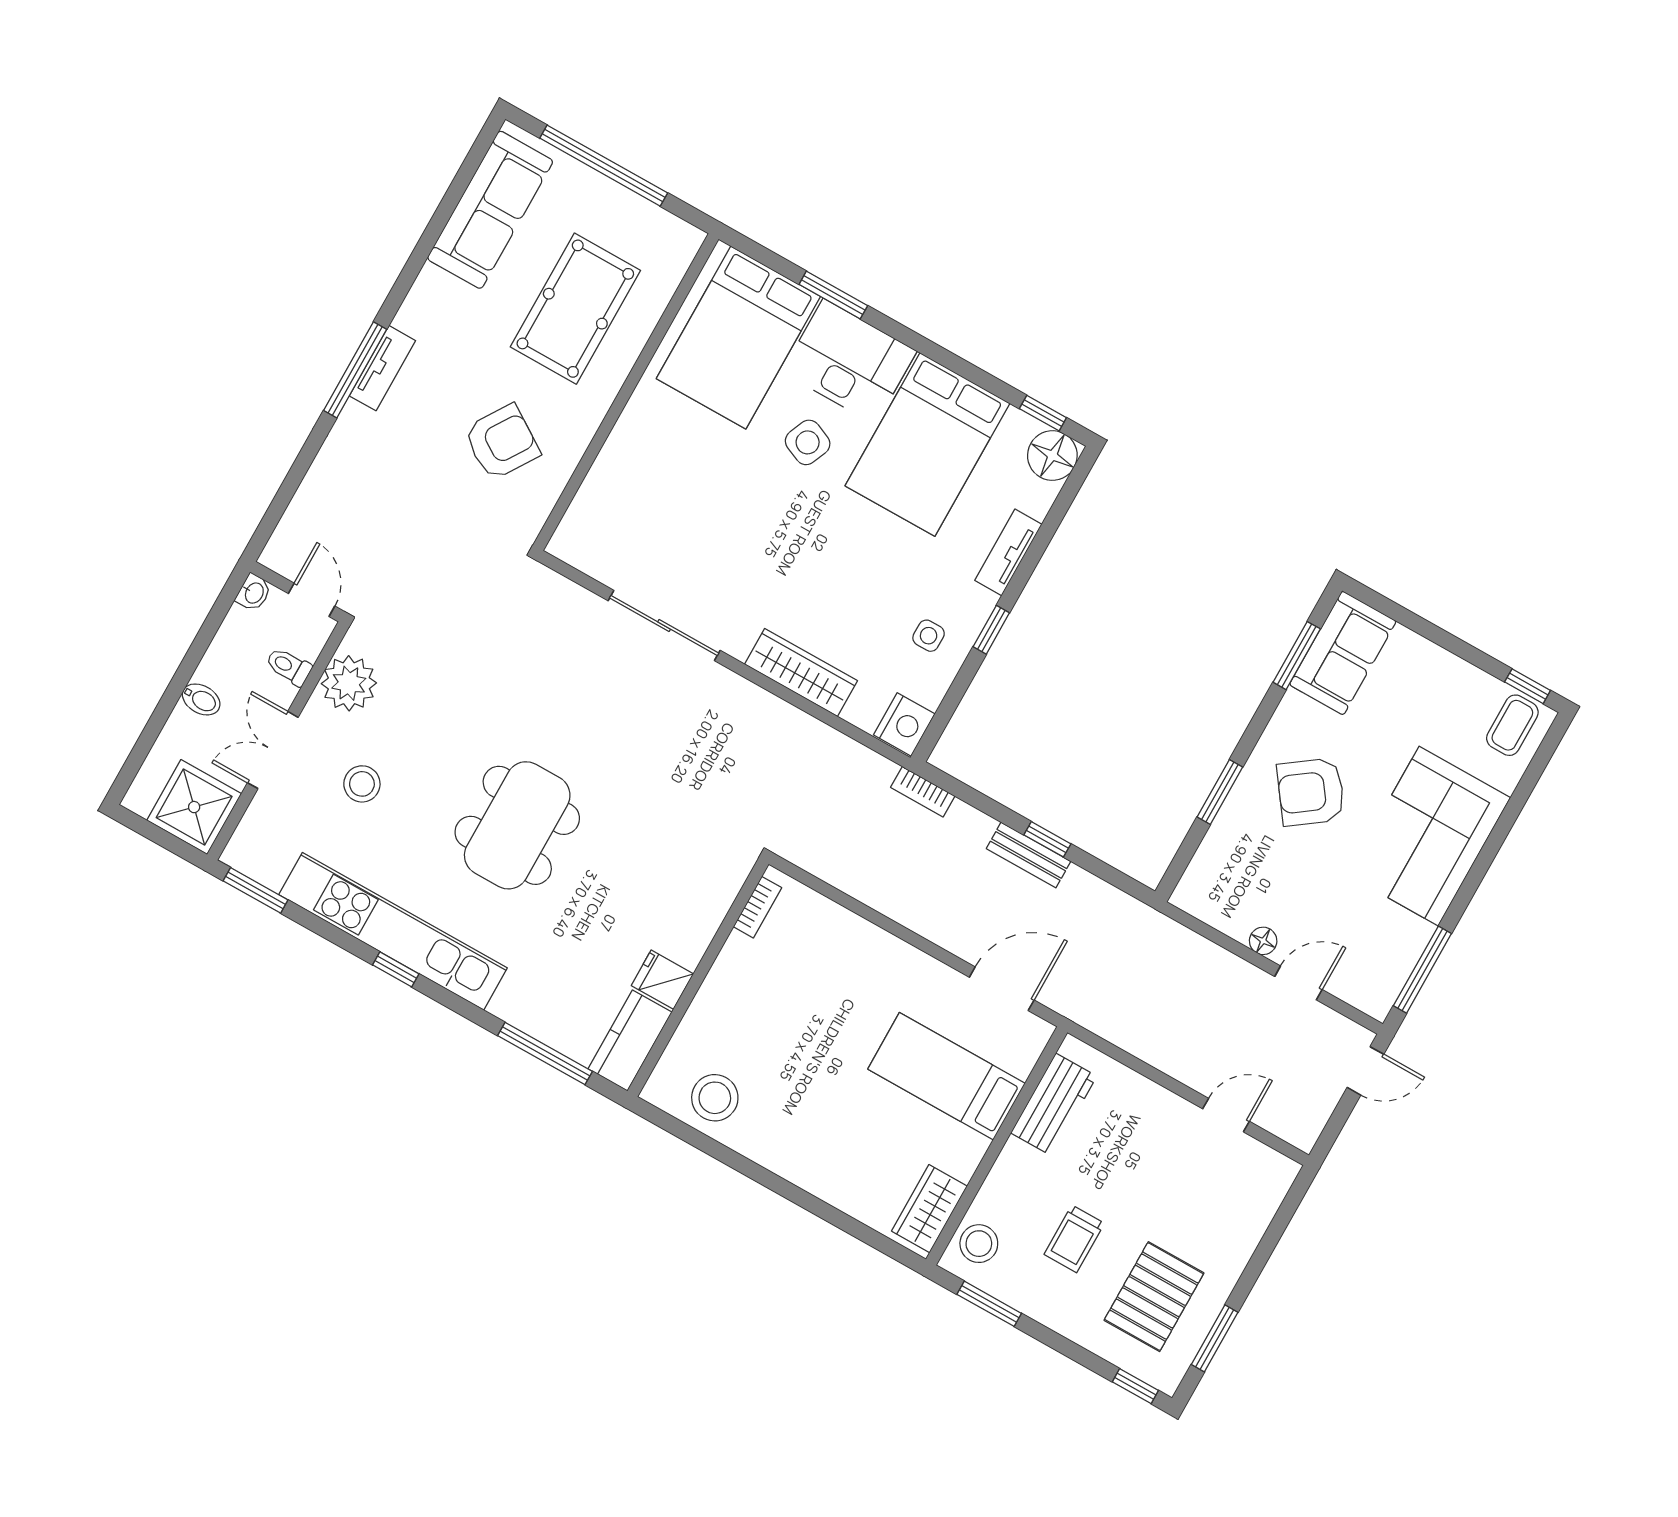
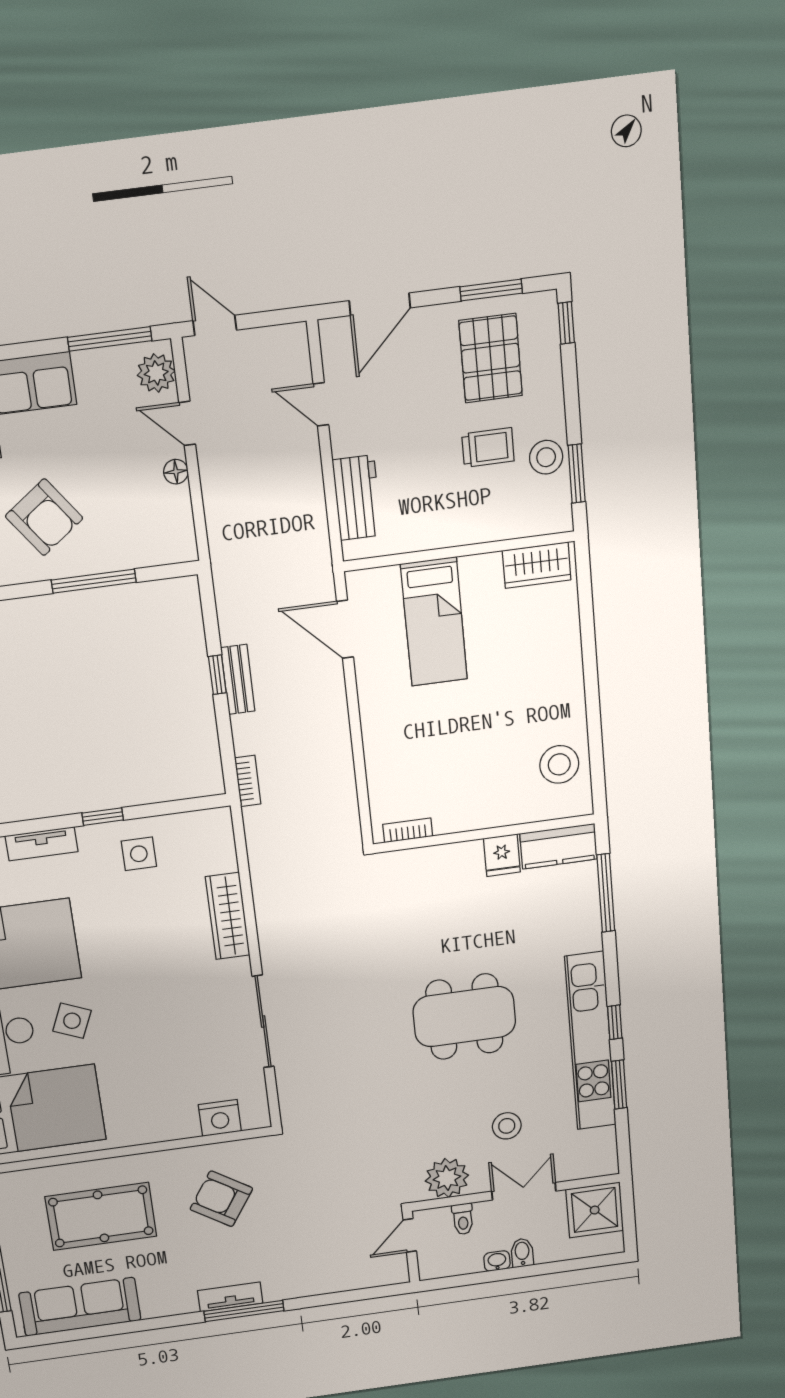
washbasin: (254, 593) -> (497, 1261), moved
side table: (929, 636) -> (139, 854), width x1.37, depth x1.37
nightstand: (904, 724) -> (220, 1118), moved, turned 180
double door: (273, 750) -> (524, 1191), swing flipped
window: (1220, 792) -> (94, 581), width x1.44
window: (256, 890) -> (619, 1084), moved
plant: (1363, 988) -> (156, 373), added
workbench: (1054, 1105) -> (357, 498), moved, turned 90
door: (1276, 1230) -> (380, 304), added
stool: (979, 1244) -> (546, 457), moved
pallet: (1154, 1297) -> (491, 358), turned 90

